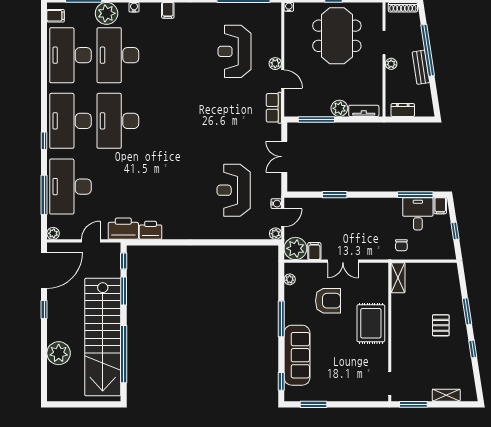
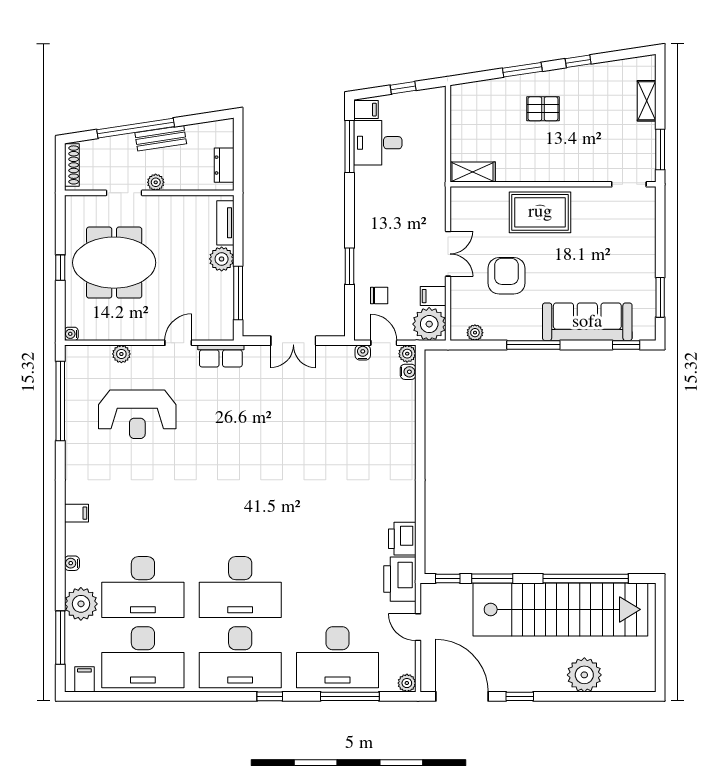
plant: (275, 64) -> (121, 354), moved
reception desk: (234, 190) -> (343, 416), removed
water cooler: (263, 234) -> (408, 372), added
chair: (401, 245) -> (379, 295), moved

